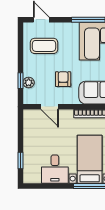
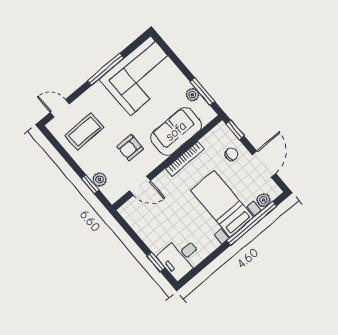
armchair: (63, 79) -> (130, 148), turned -90
desk: (55, 169) -> (180, 257), moved, turned 90

